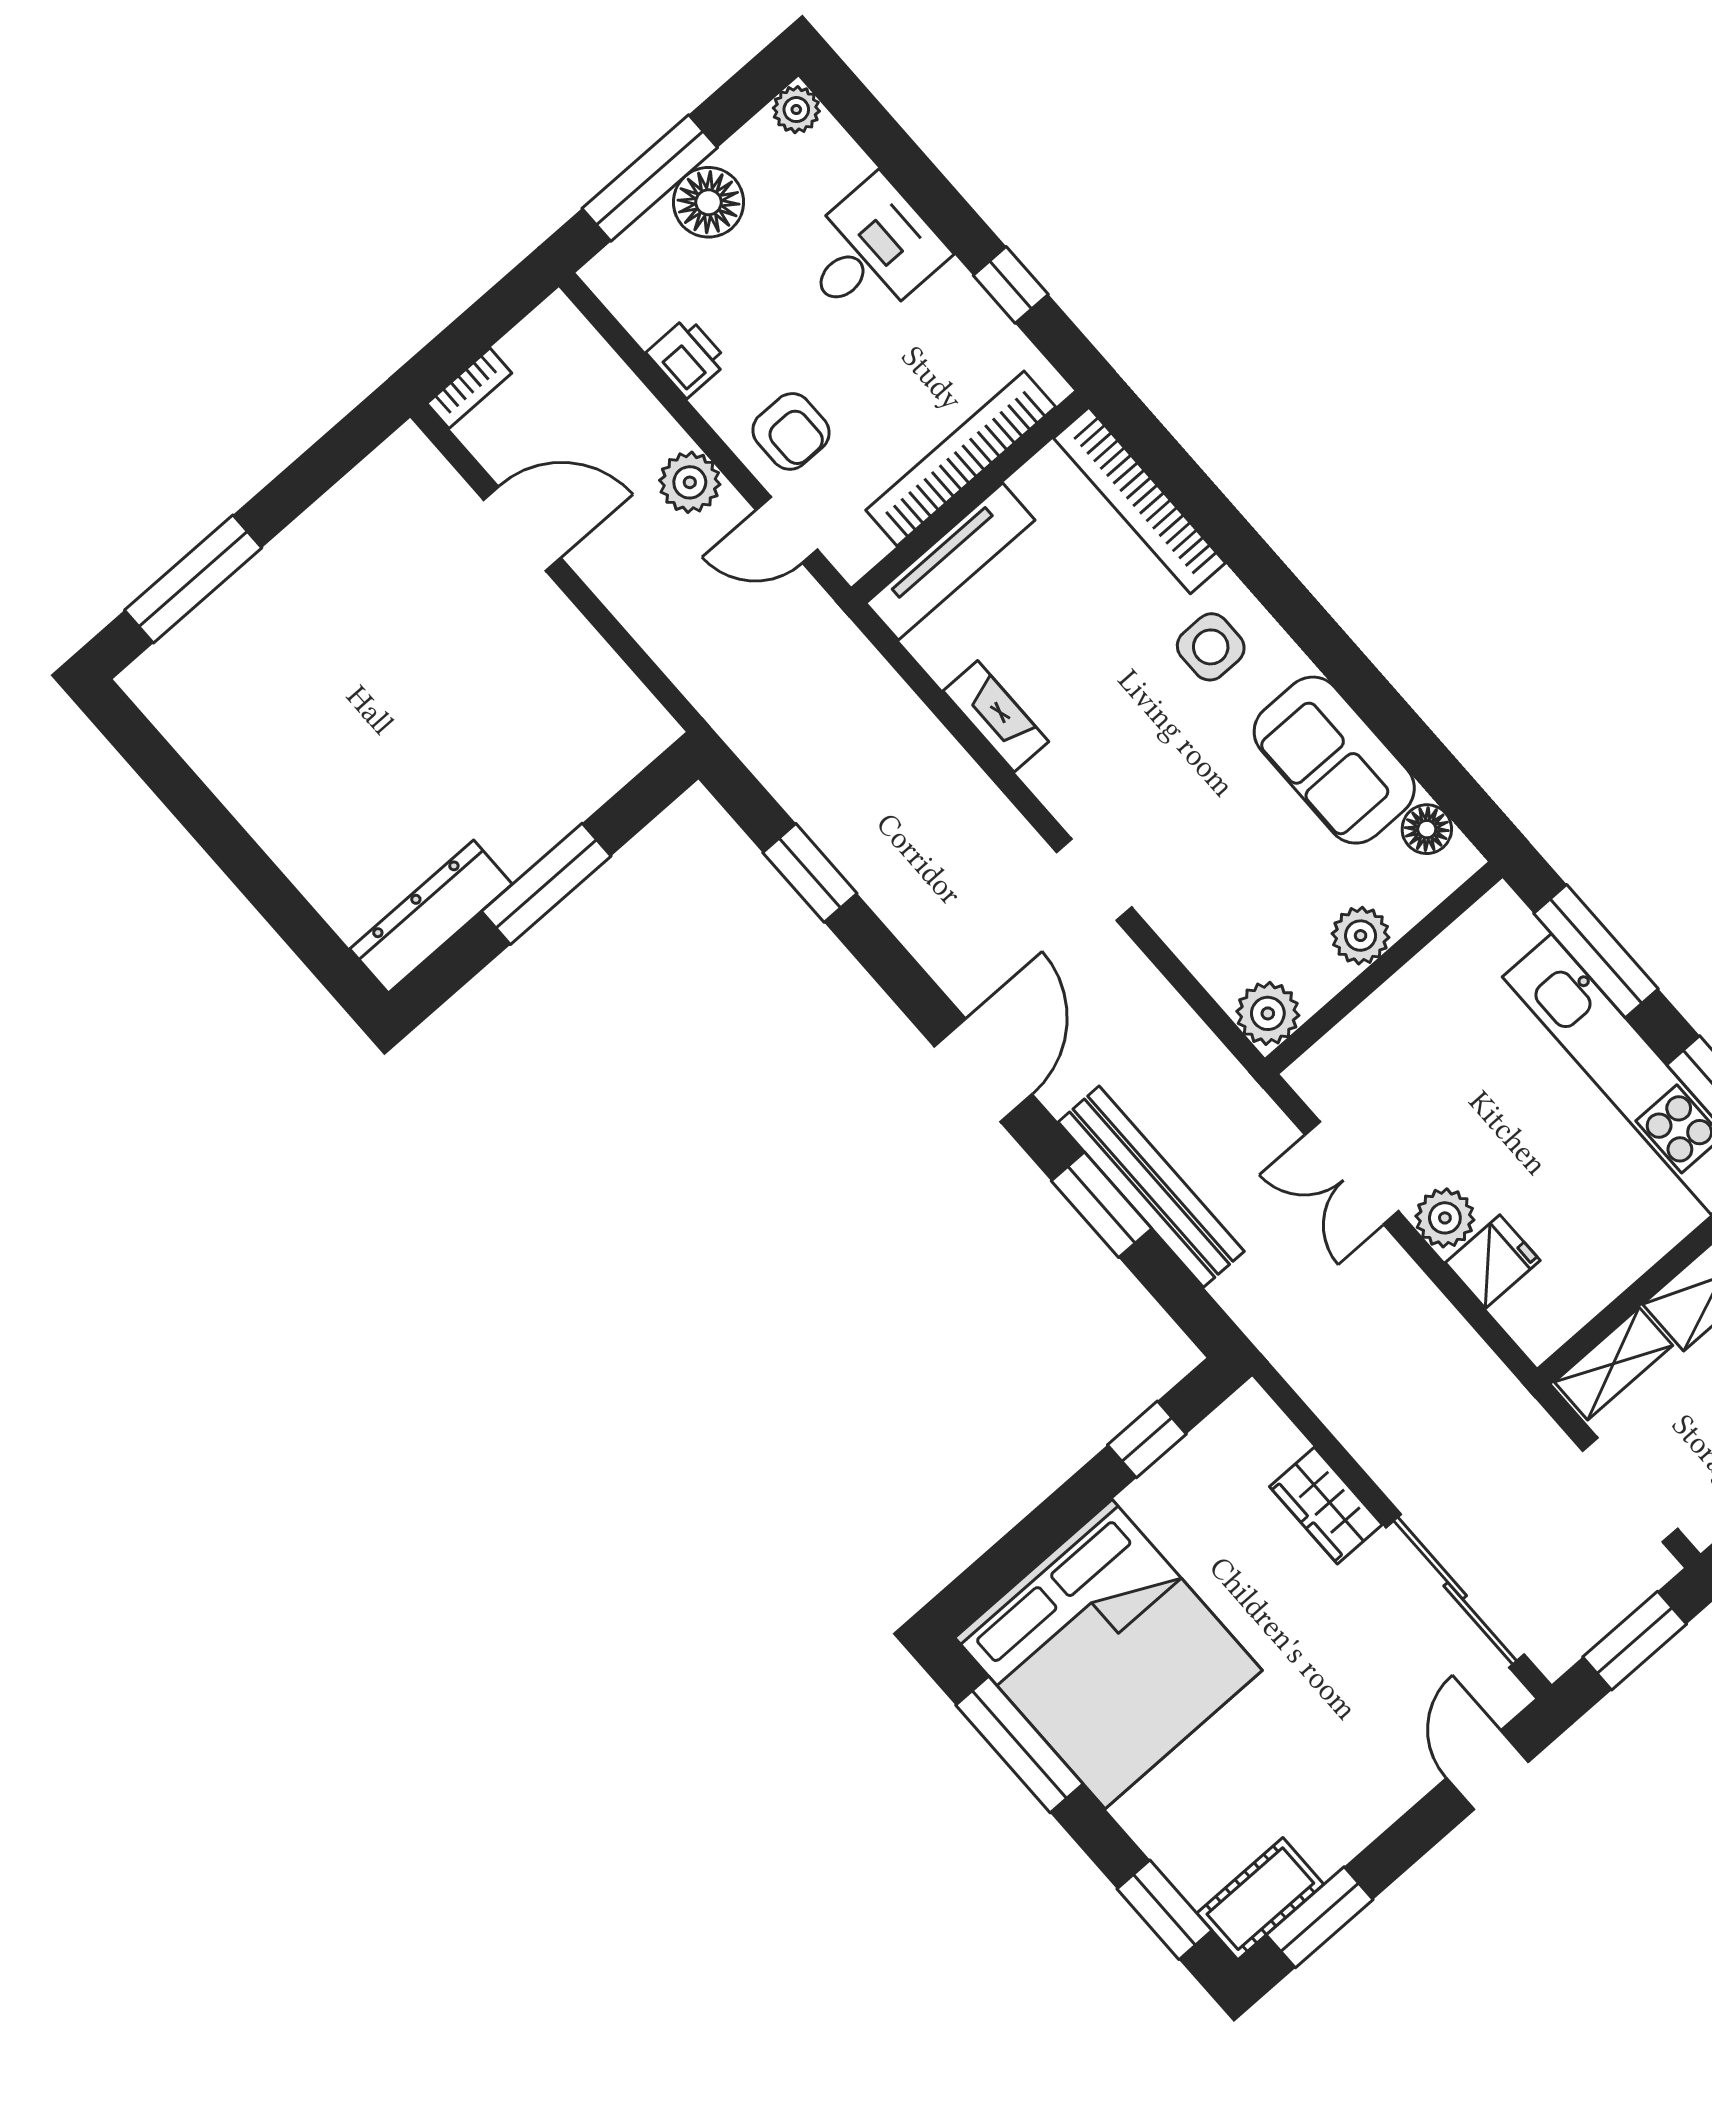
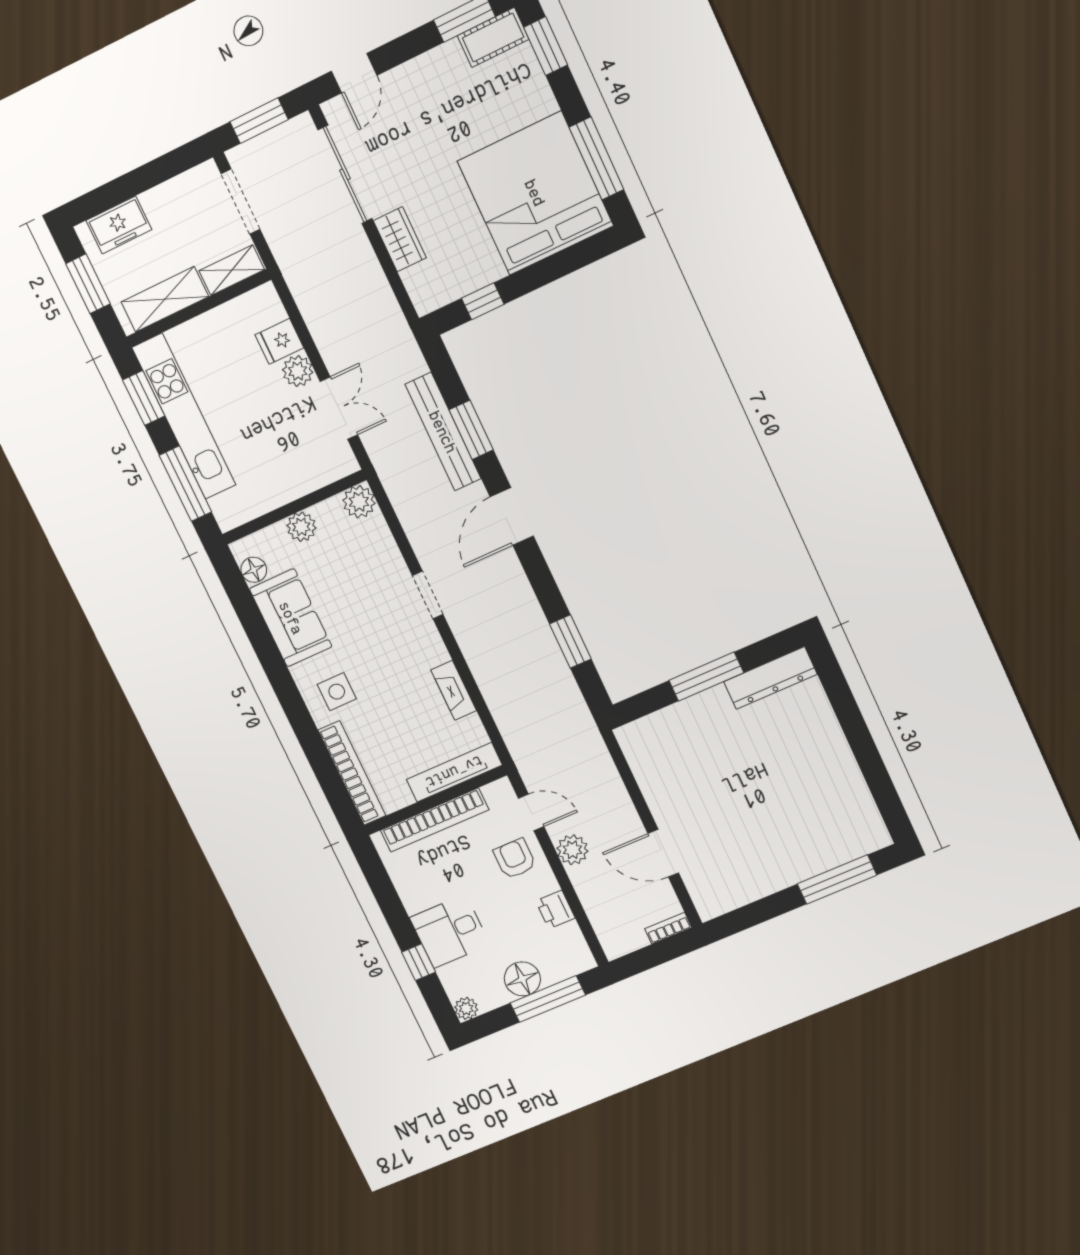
window: (1011, 285) -> (419, 962), moved

